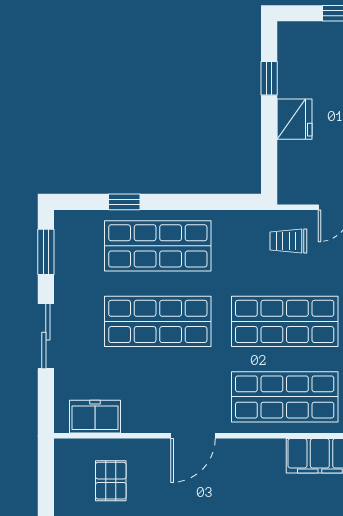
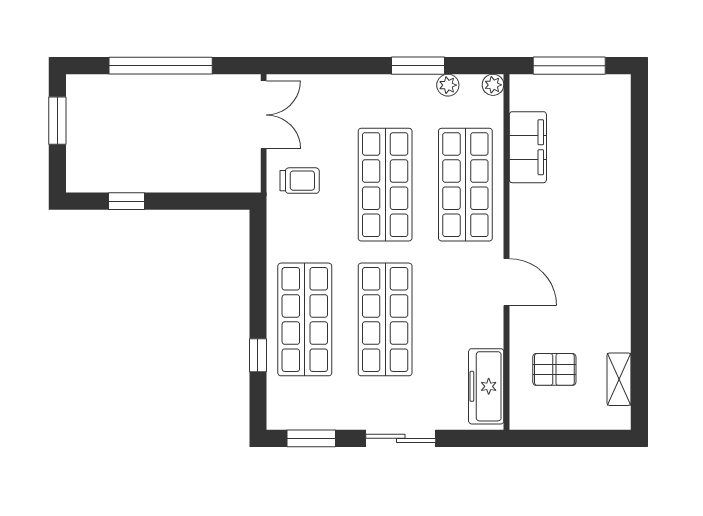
fridge: (294, 119) -> (170, 174), removed
trolley: (288, 241) -> (300, 181), turned -90
freezer: (95, 417) -> (486, 386), width x1.40

